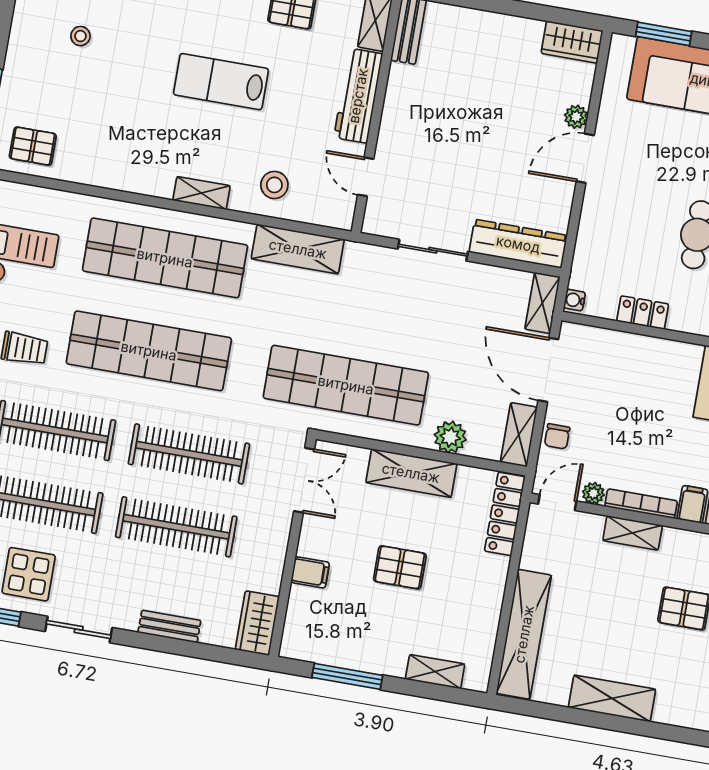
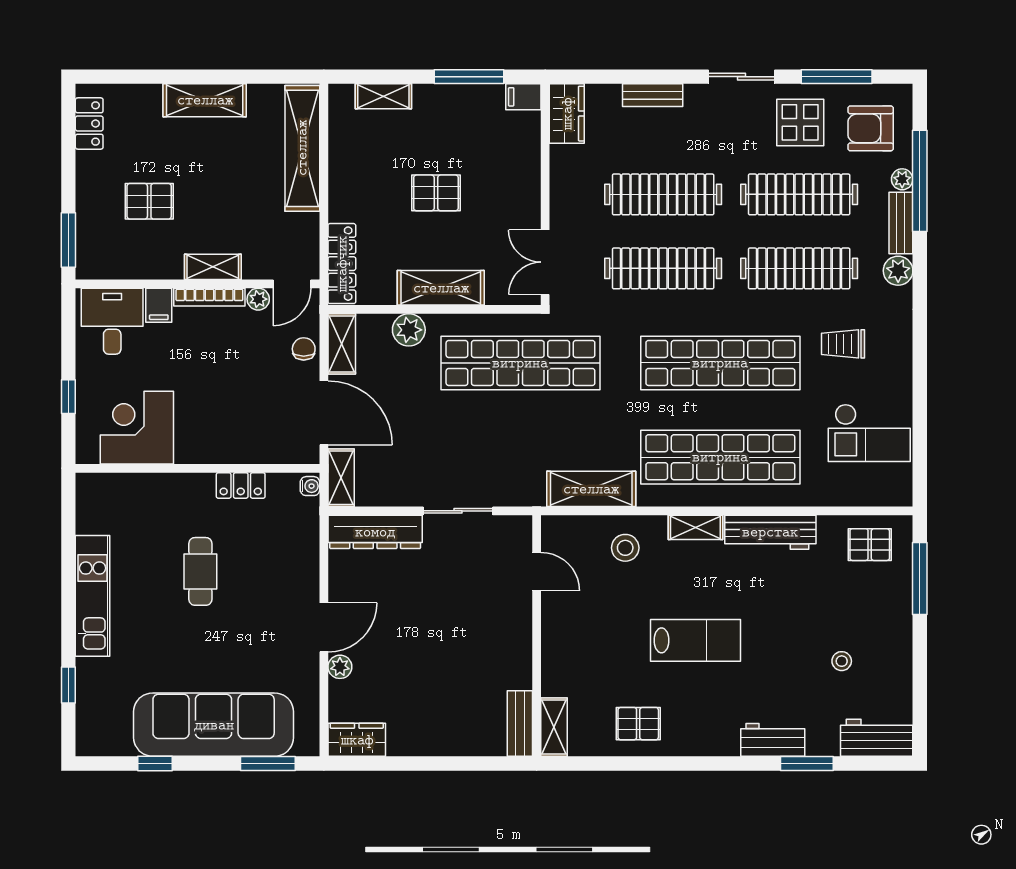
workbench: (358, 96) -> (770, 532), moved, turned 90
filing cabinet: (310, 572) -> (523, 97), moved

